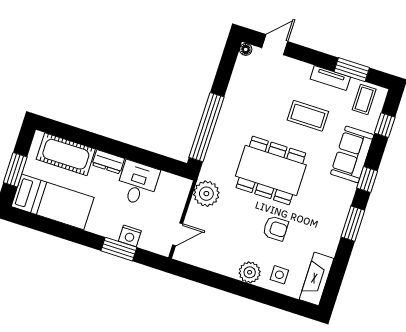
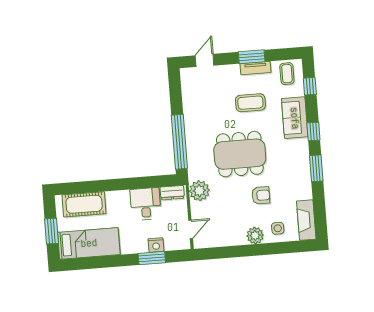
floor lamp: (246, 49) -> (185, 73), removed
window: (352, 70) -> (252, 57), moved
dresser: (108, 162) -> (172, 193), moved

